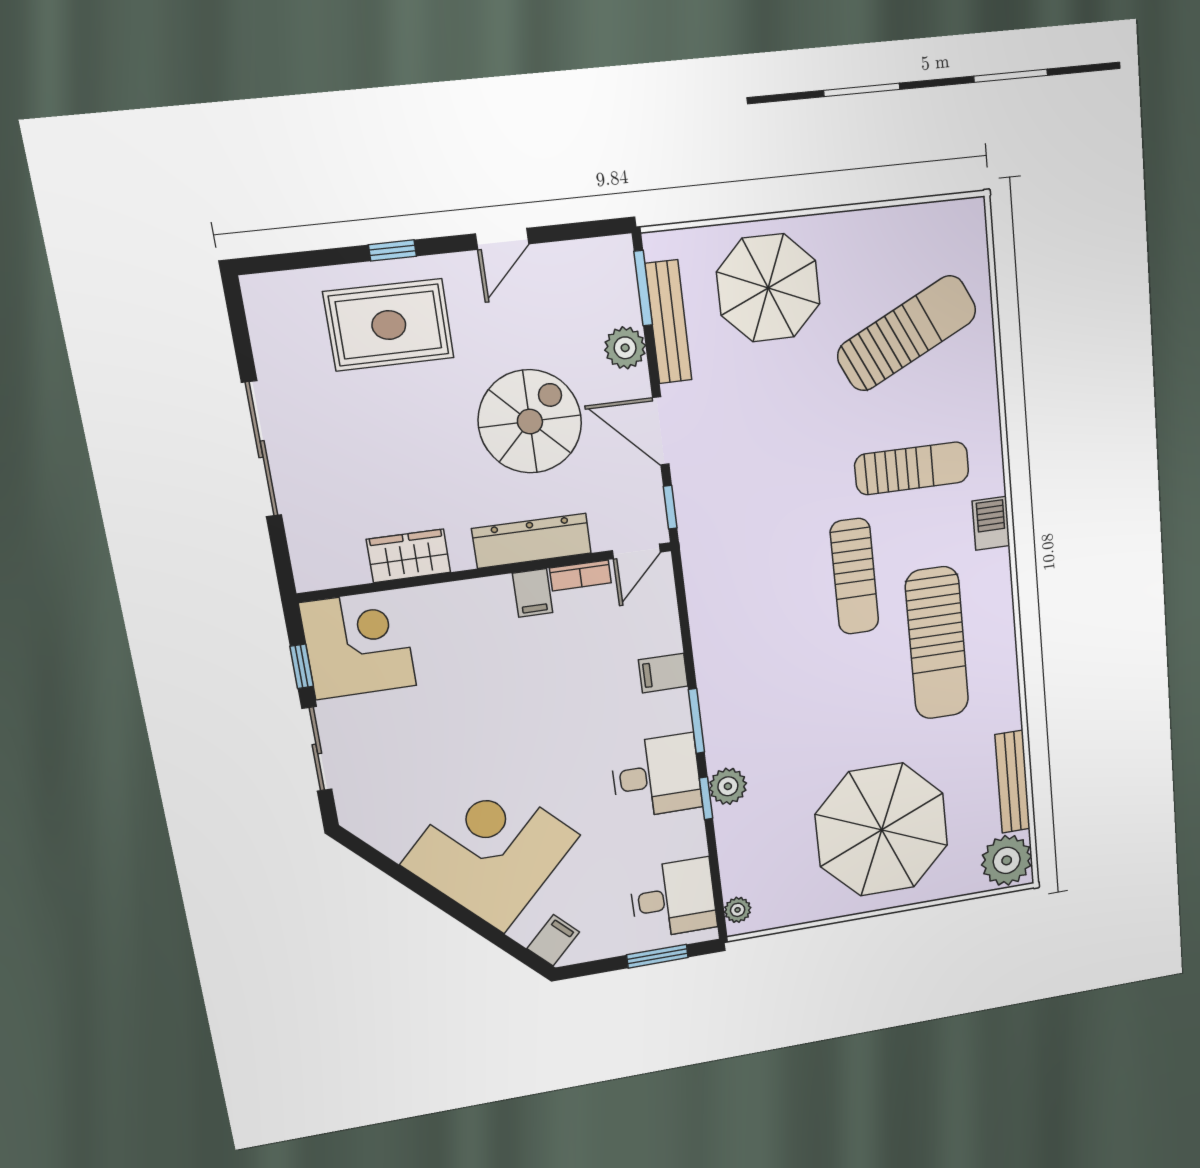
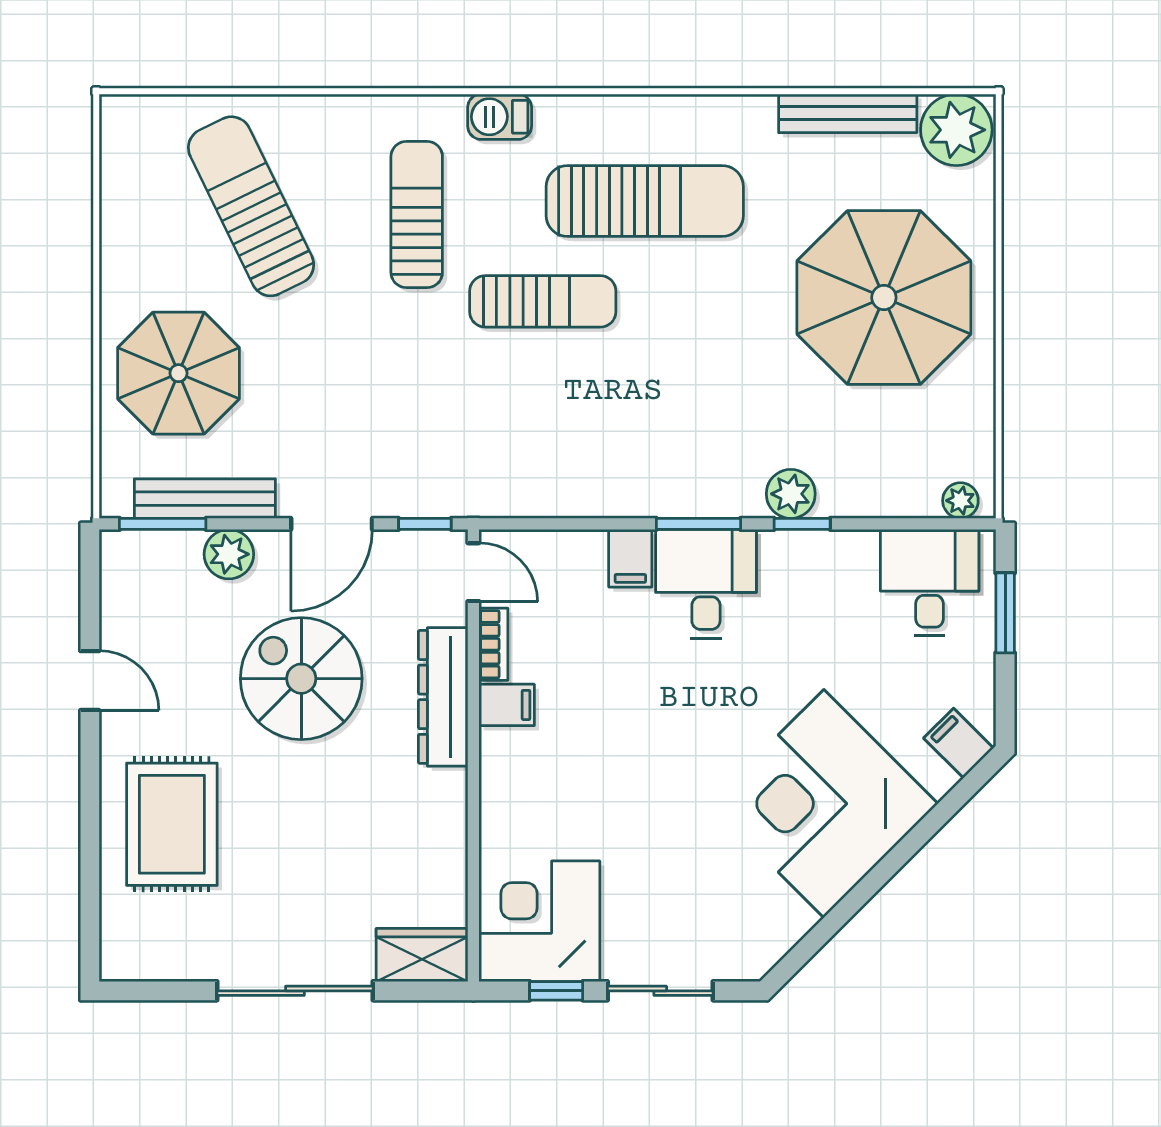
window: (392, 250) -> (90, 807), removed
wardrobe: (409, 556) -> (422, 955), moved, turned 90
desk: (656, 776) -> (706, 584), moved

